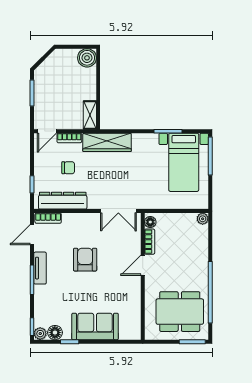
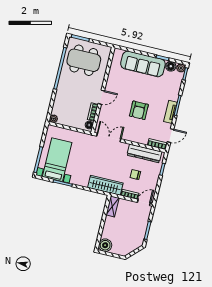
sofa: (95, 326) -> (143, 64), width x1.36

